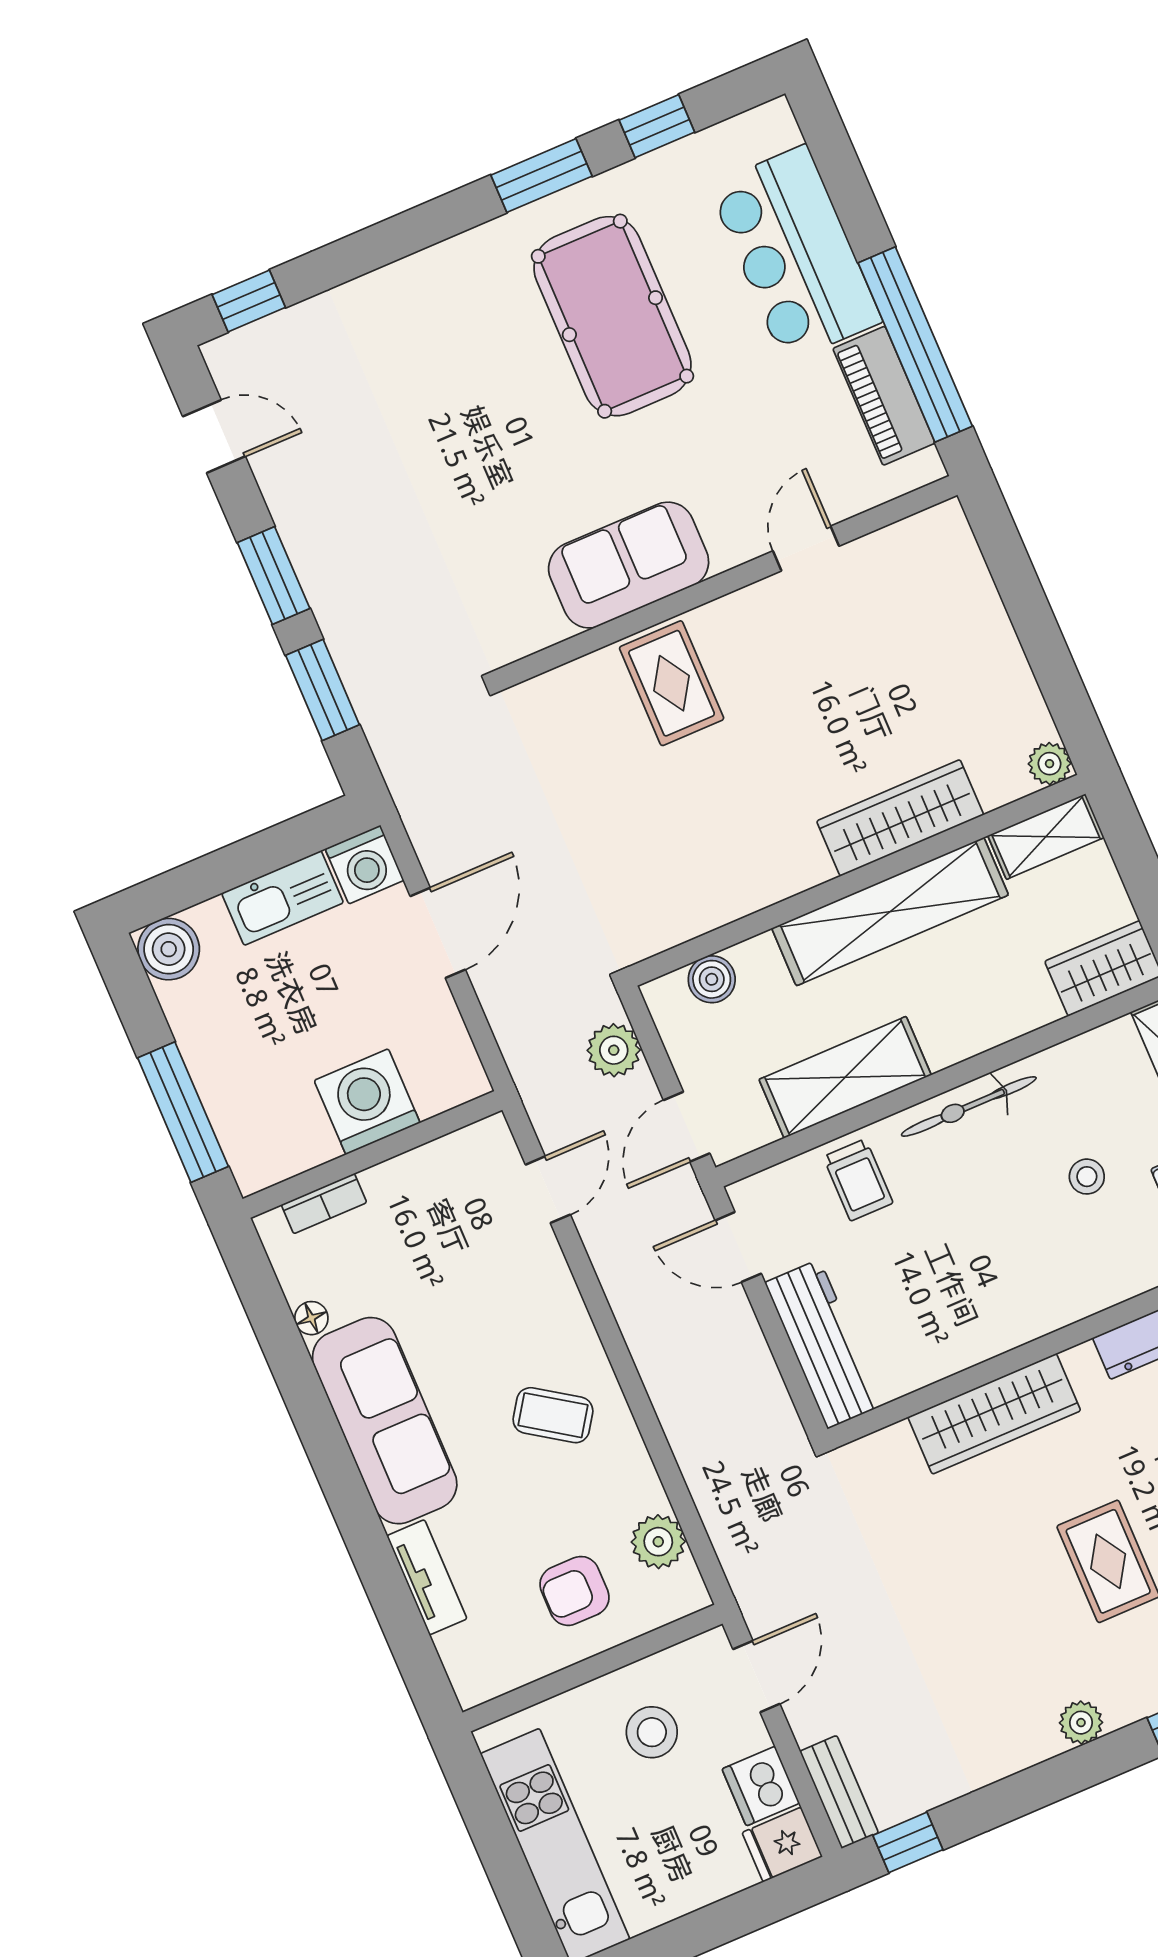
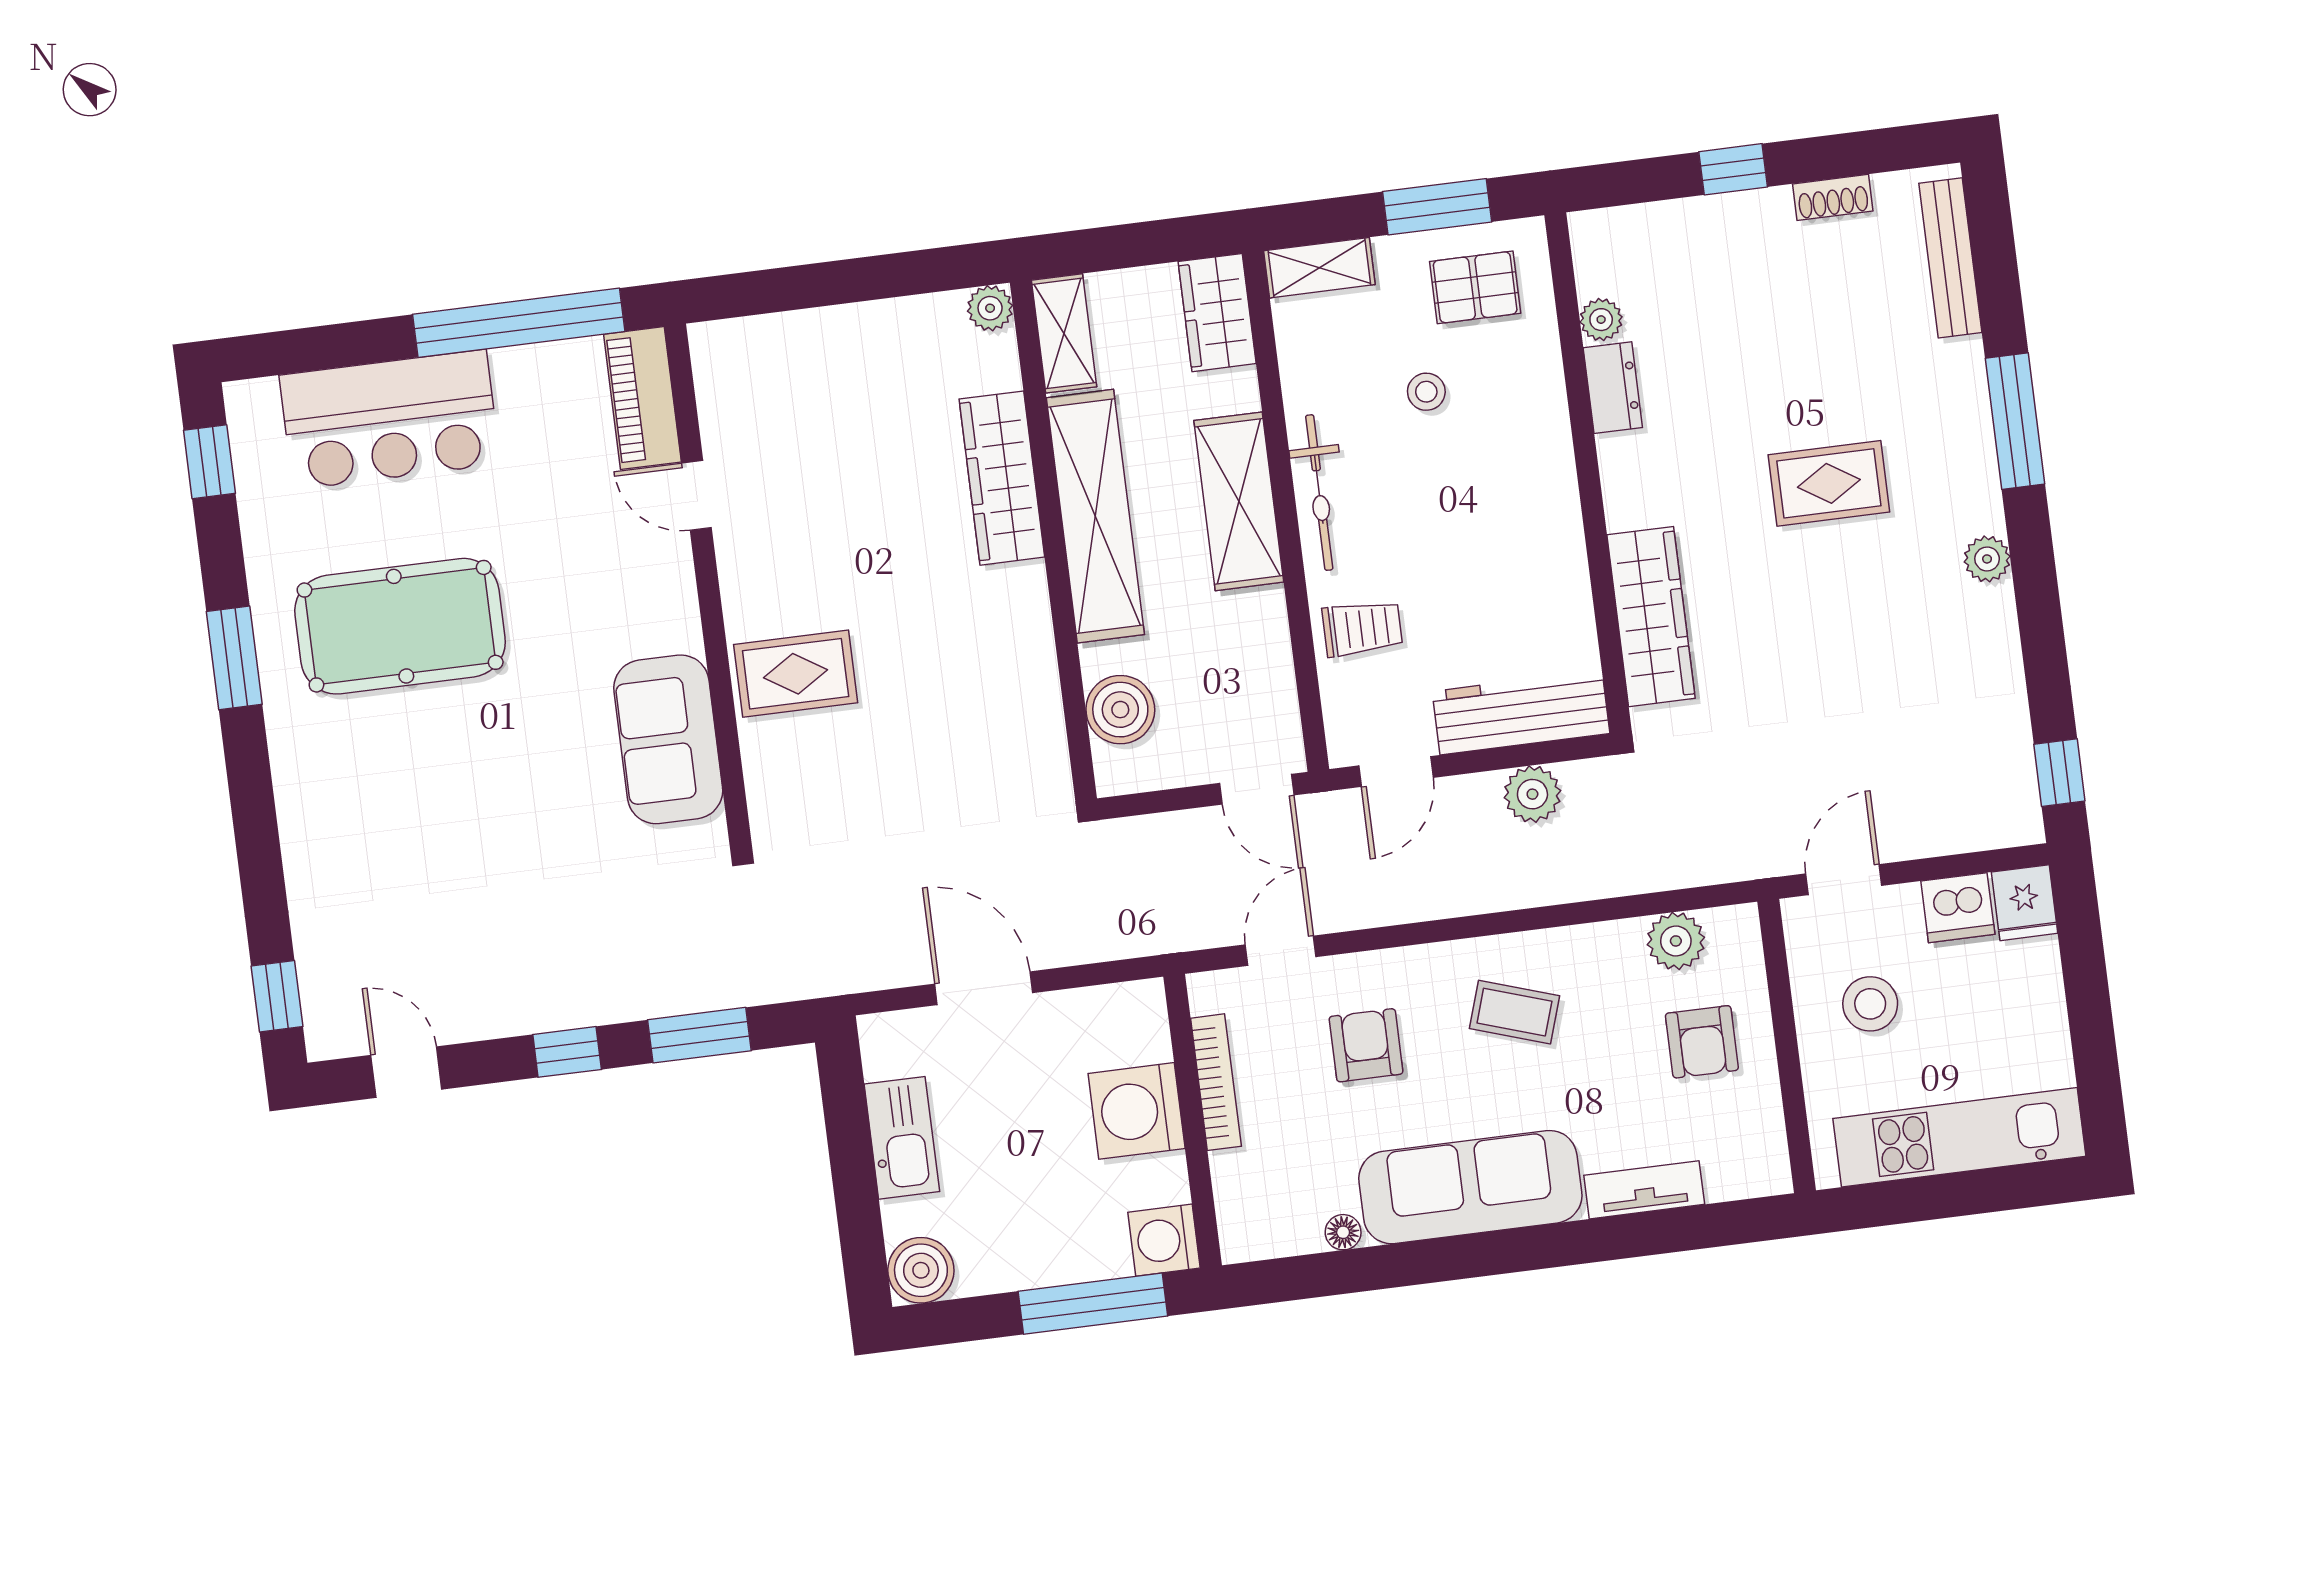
window: (657, 126) -> (209, 462), moved
piano: (884, 396) -> (642, 398), moved, turned 90
door: (214, 436) -> (406, 1072), hinge flipped
sofa: (629, 565) -> (668, 739), moved
window: (274, 576) -> (567, 1052), width x0.67
washing machine: (365, 865) -> (1164, 1240), moved, turned 180
boiler: (712, 979) -> (1120, 710), width x1.36, depth x1.36
plant: (614, 1050) -> (1532, 794), moved
shelving: (845, 1077) -> (1239, 501), moved
door: (548, 1190) -> (1281, 951), hinge flipped
bookcase: (324, 1204) -> (1216, 1082), moved, width x1.56
armchair: (485, 1291) -> (1366, 1045), added
wardrobe: (994, 1414) -> (1651, 617), moved
coffee table: (553, 1415) -> (1514, 1012), turned 74
door: (756, 1676) -> (1844, 880), hinge flipped
bench: (839, 1792) -> (1987, 829), removed

